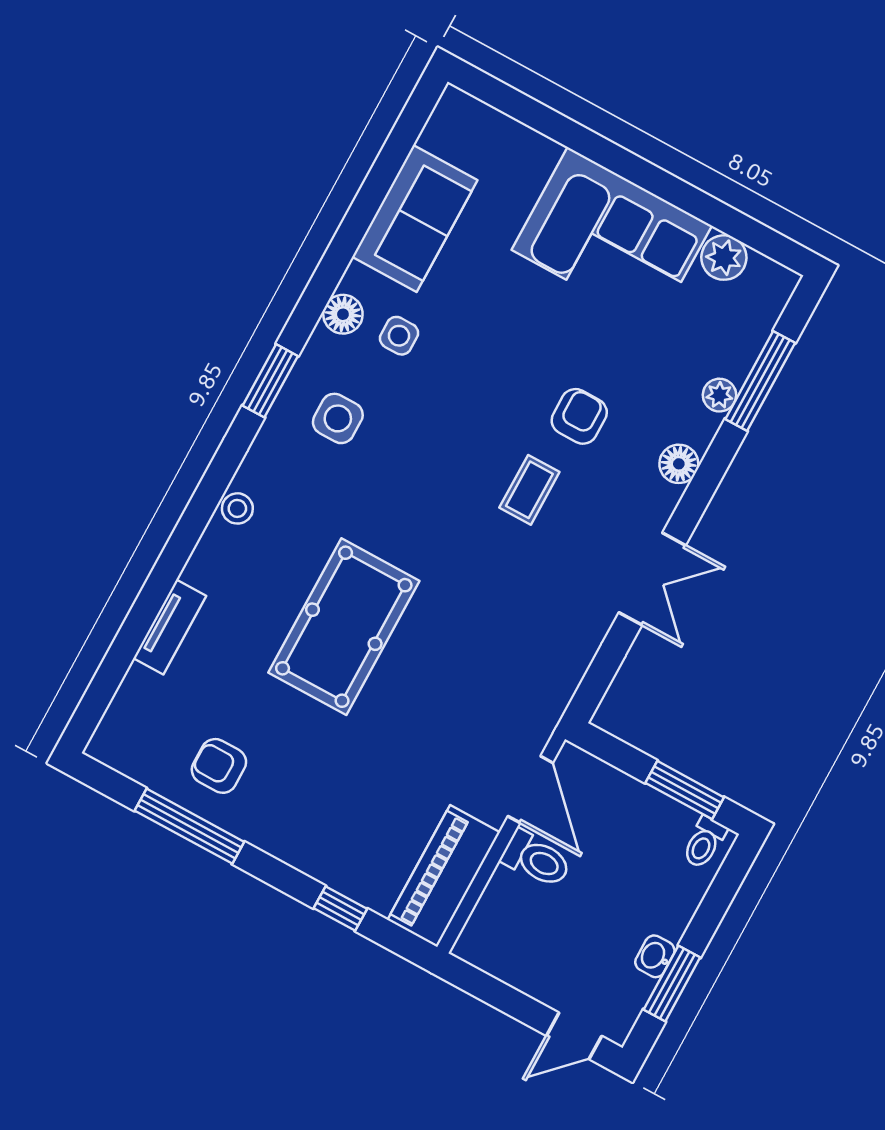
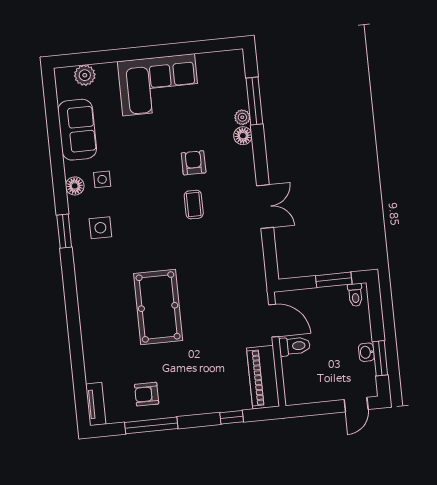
plant: (724, 258) -> (85, 75), moved
floor lamp: (679, 464) -> (243, 136), moved
stool: (237, 508) -> (85, 289), removed
tv unit: (170, 627) -> (96, 404), moved

